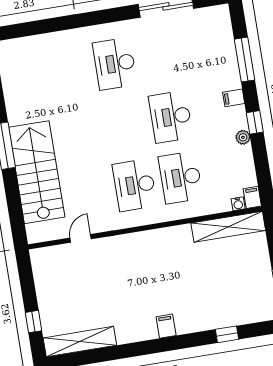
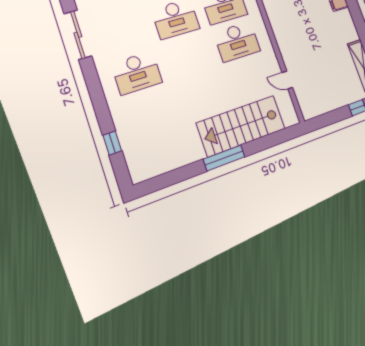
window: (43, 27) -> (112, 143), added

